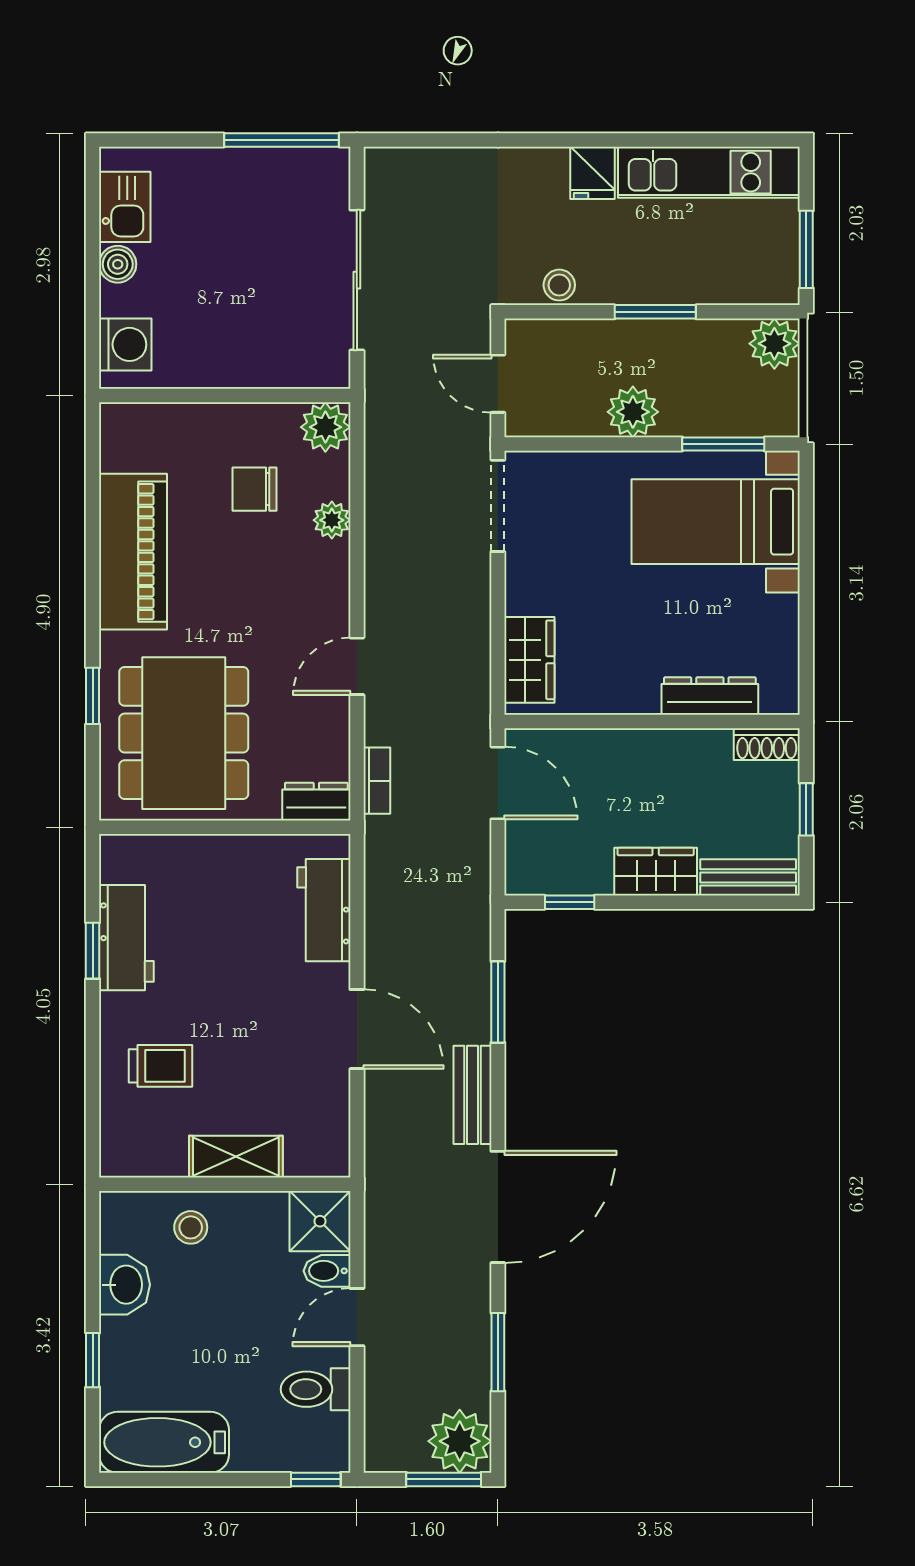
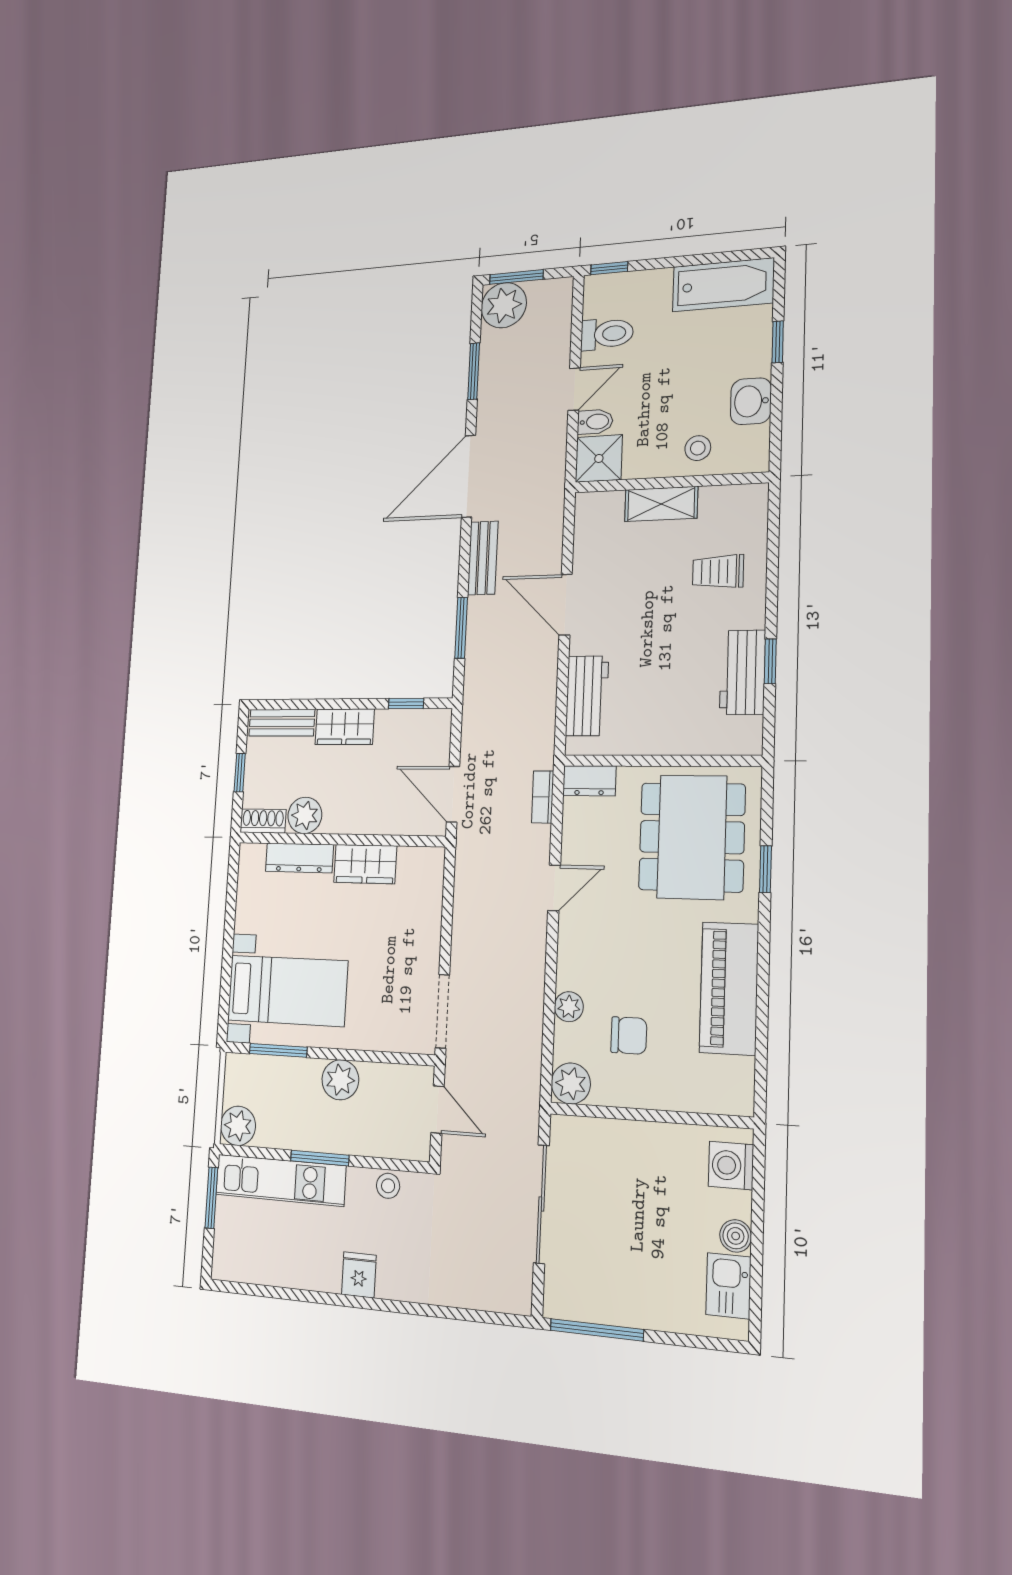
kitchen unit: (709, 172) -> (280, 1180), moved, turned 180
wardrobe: (529, 660) -> (365, 864), moved, turned -90
plant: (706, 753) -> (305, 815), added

